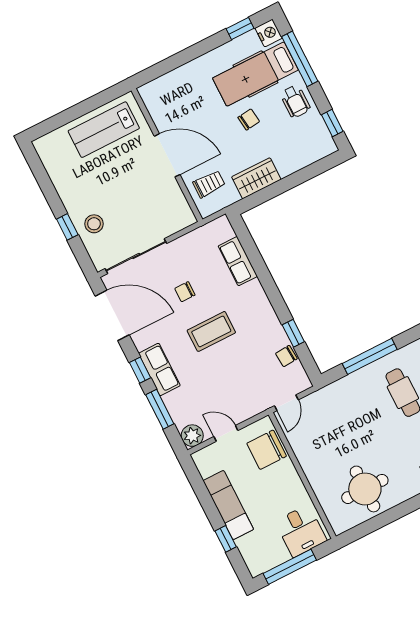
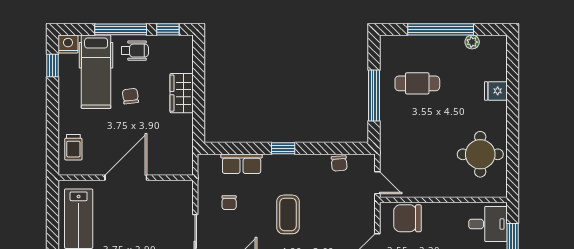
window: (300, 59) -> (121, 29), moved
wardrobe: (256, 178) -> (182, 93), moved
trolley: (209, 184) -> (73, 147), moved, turned 180
chair: (185, 292) -> (229, 203), moved
window: (293, 333) -> (283, 148), moved
chair: (267, 450) -> (407, 218), turned 90

